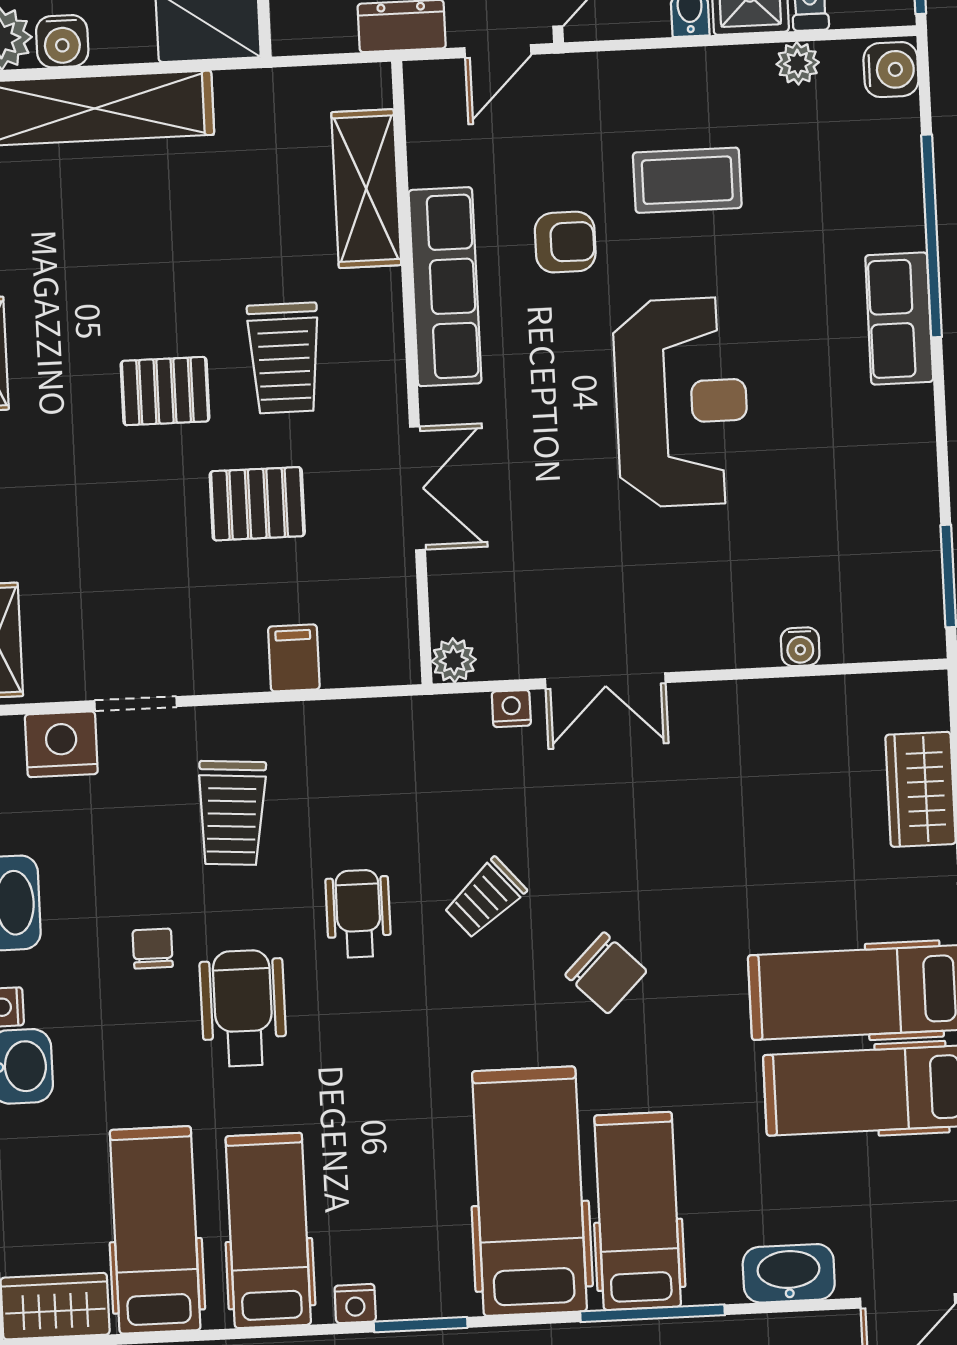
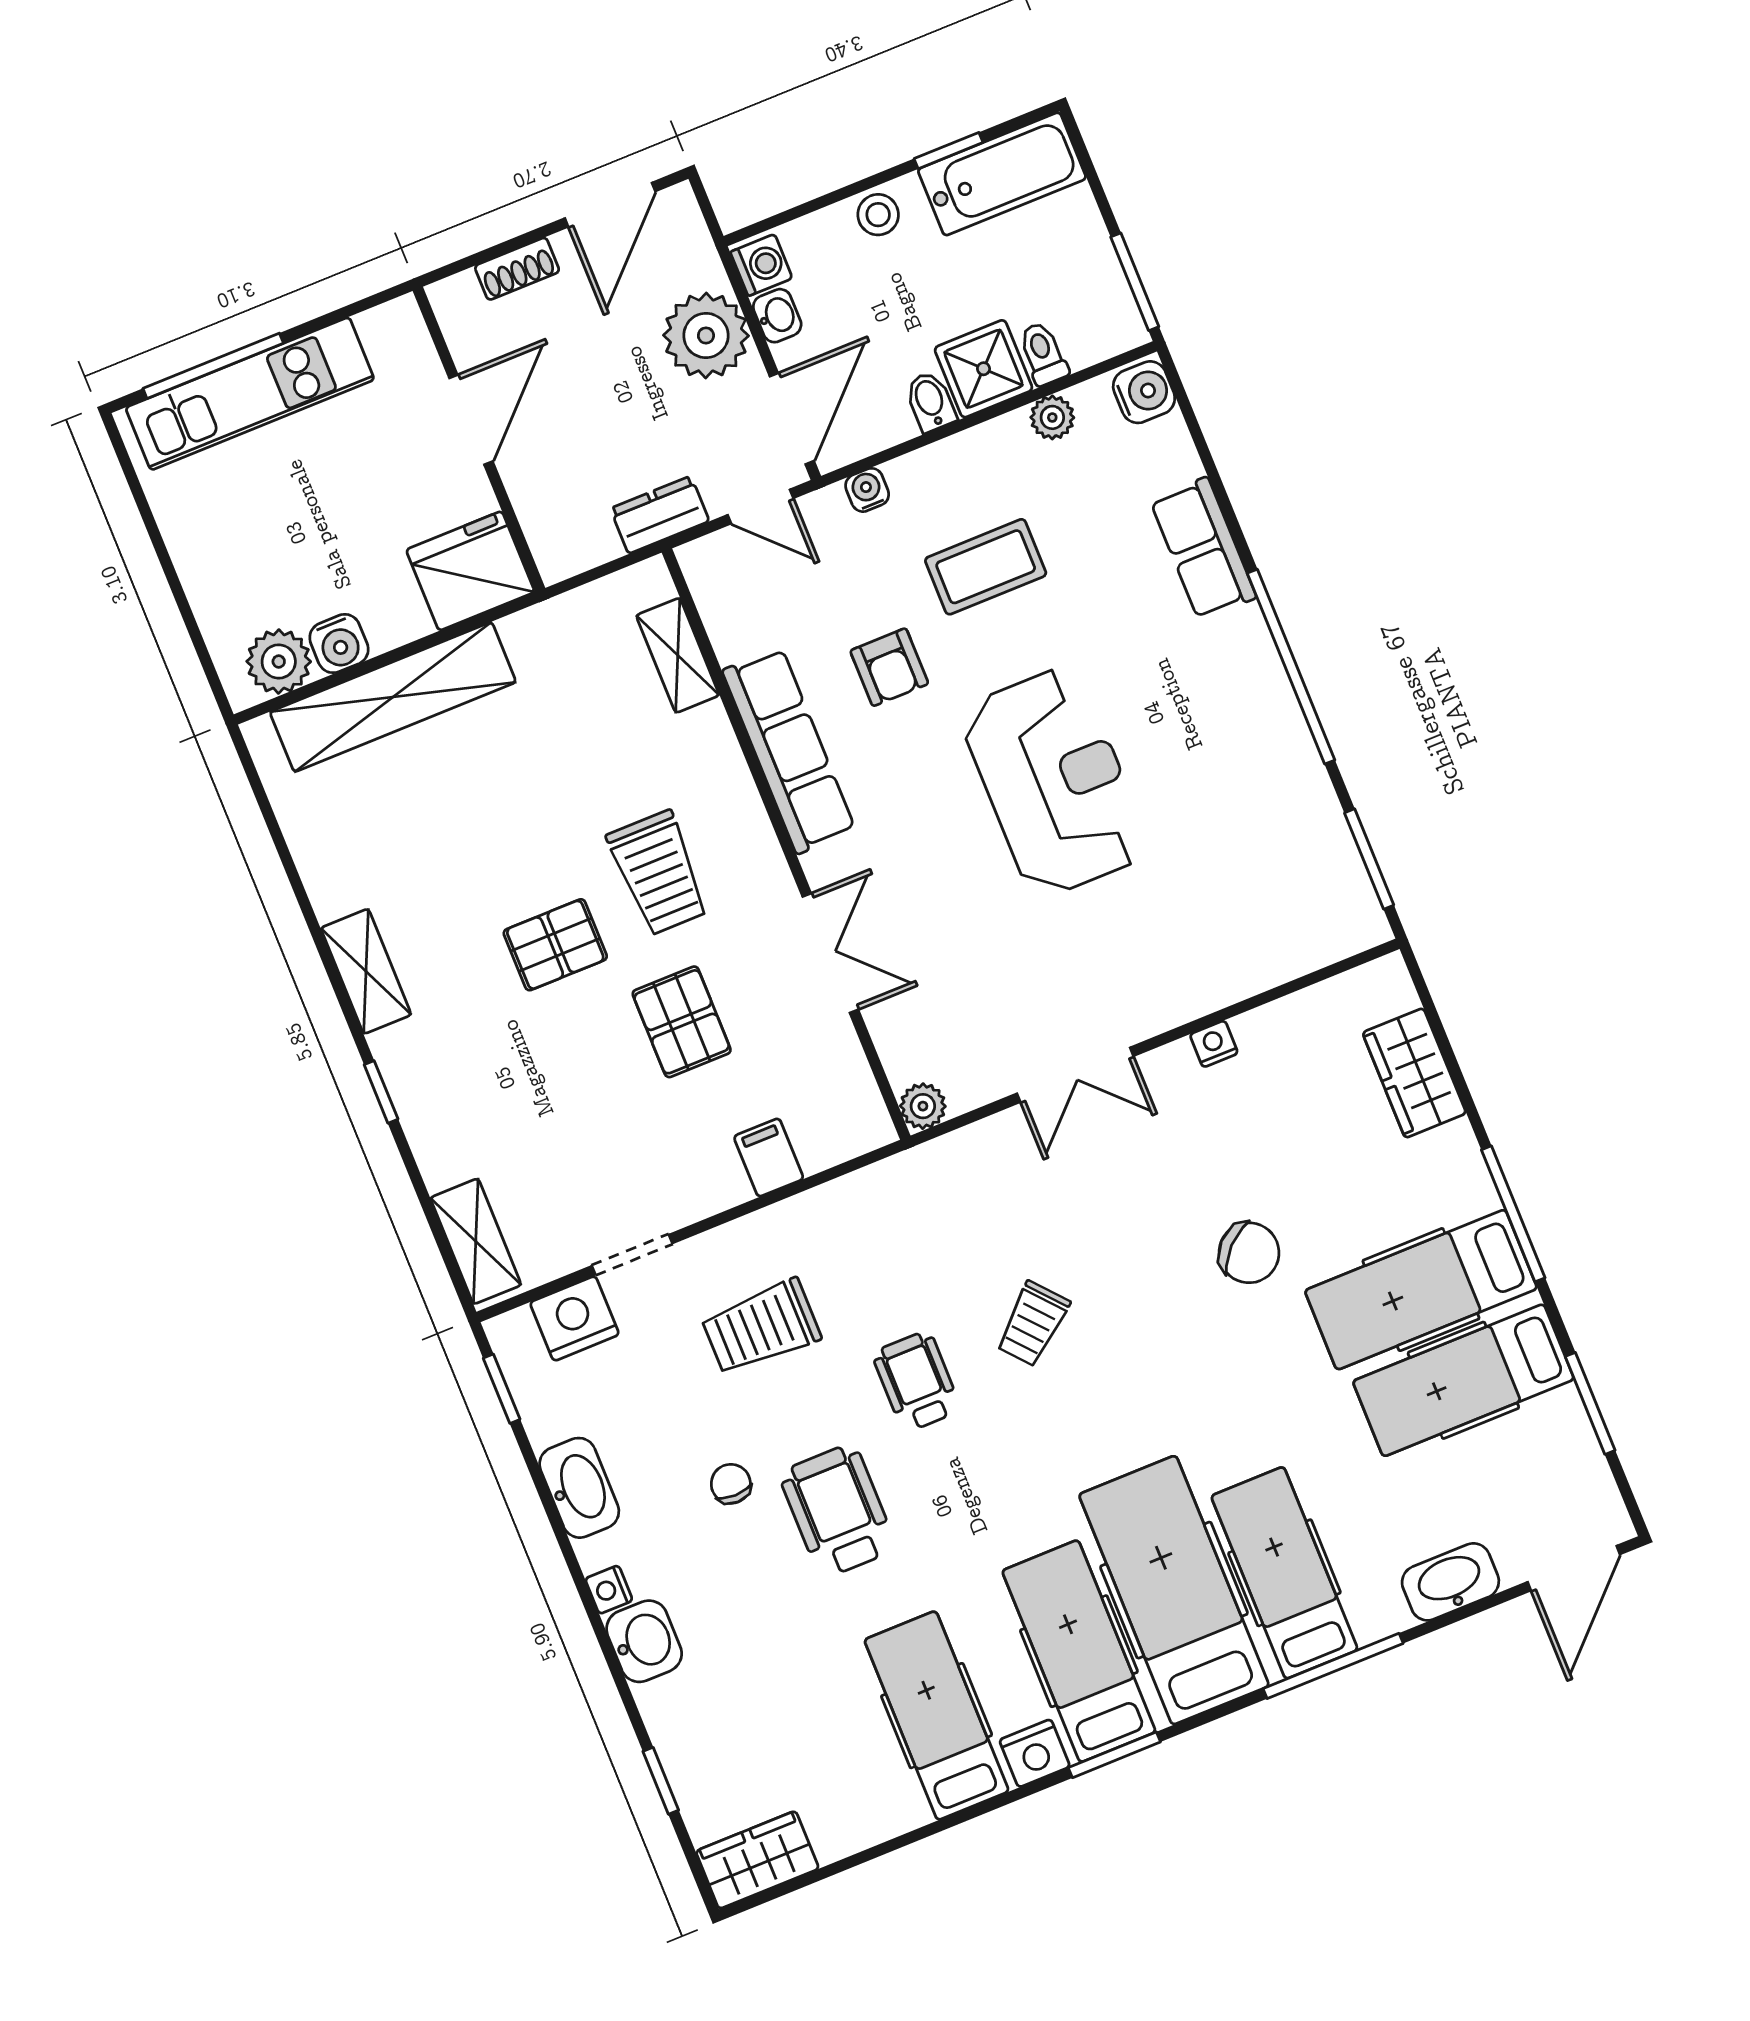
door: (498, 51) -> (760, 506), hinge flipped
shelving: (366, 189) -> (678, 655), width x0.67, depth x0.75
window: (932, 236) -> (1291, 667), moved
armchair: (565, 242) -> (889, 667), turned 90
row of seats: (899, 319) -> (1203, 549), moved
pallet: (257, 504) -> (682, 1022), turned 90
water cooler: (800, 647) -> (867, 490), moved, turned 180
nightstand: (511, 709) -> (1214, 1044), moved
trolley: (232, 813) -> (761, 1327), turned 86
chair: (606, 973) -> (1249, 1253), moved
hospital bed: (155, 1230) -> (1079, 1651), moved
nightstand: (355, 1304) -> (1035, 1753), width x1.39, depth x1.35

